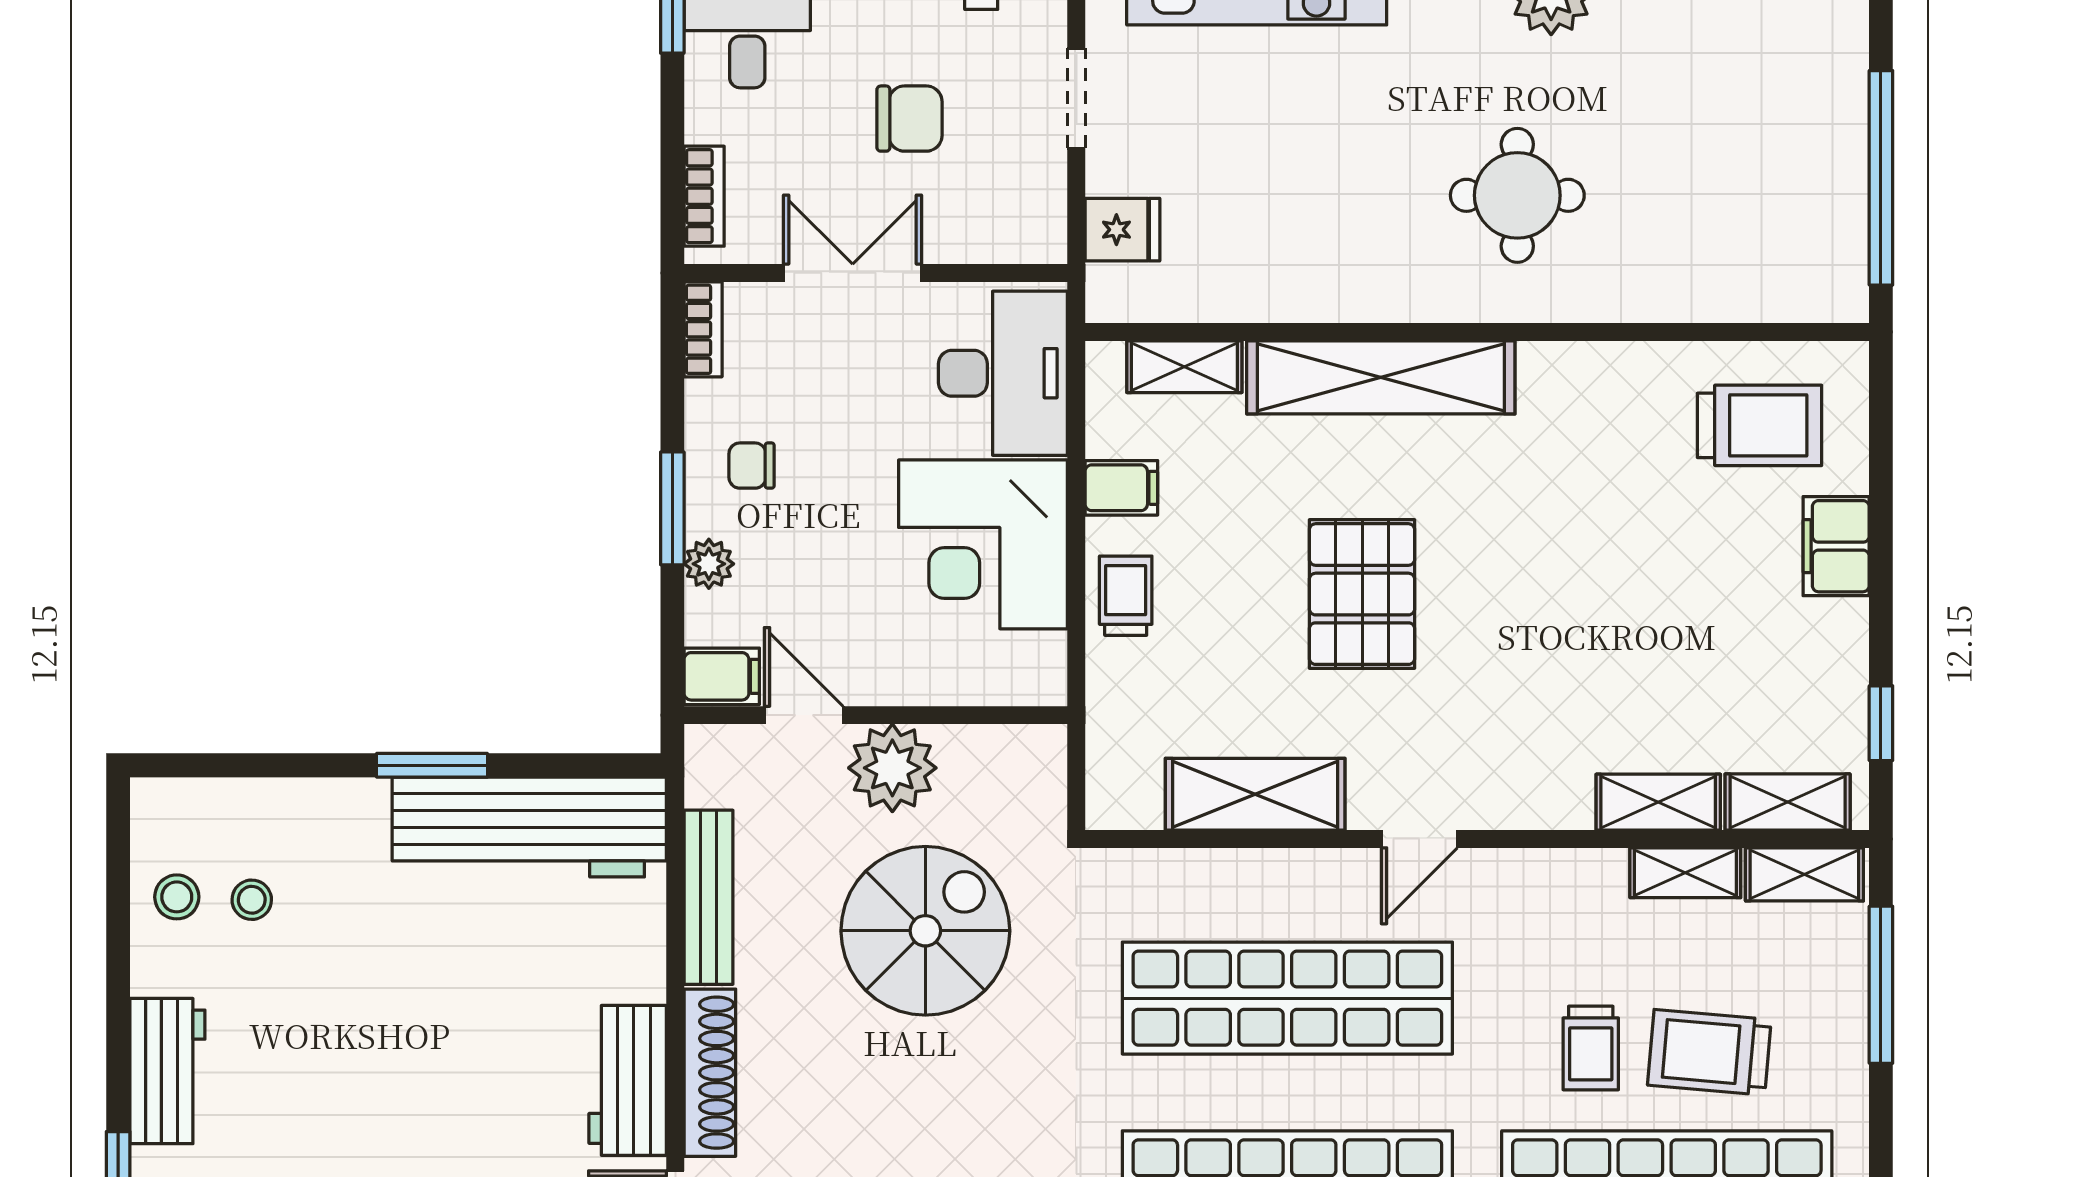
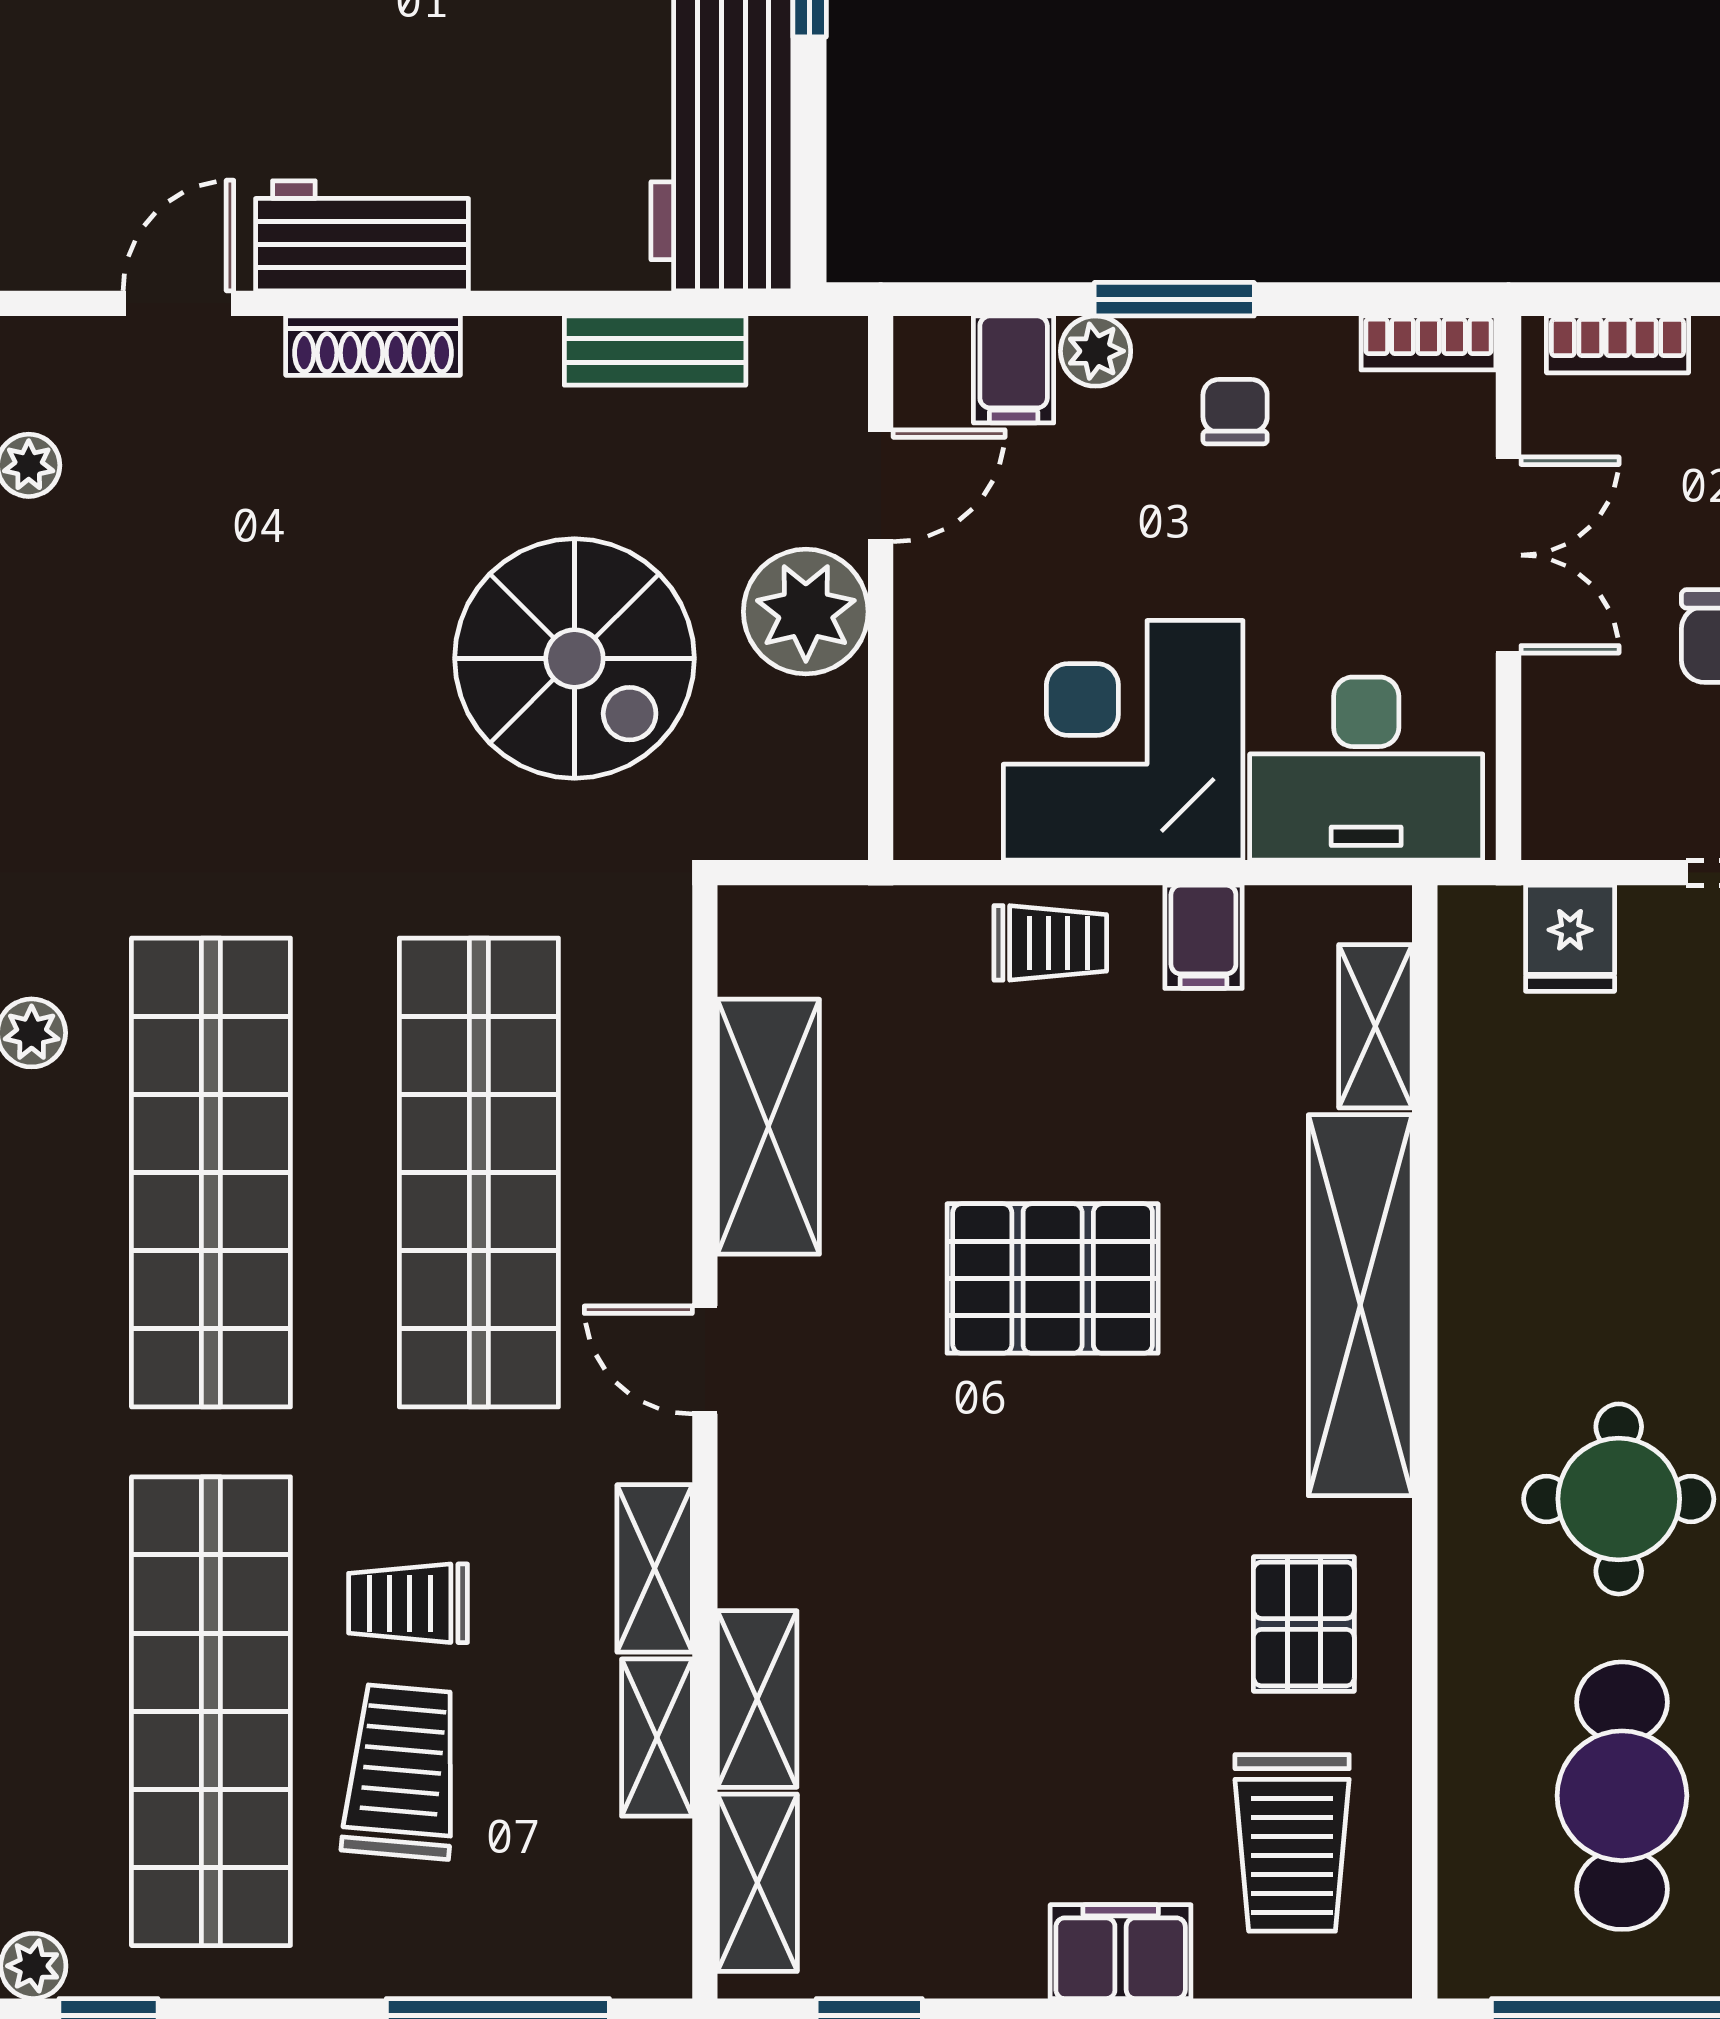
cafe table: (1726, 193) -> (1622, 1796), added
pallet: (1605, 417) -> (1304, 1624), added
filing cabinet: (722, 676) -> (1014, 369), moved
shelving: (1804, 874) -> (655, 1568), moved
bench: (709, 897) -> (655, 351), width x0.73
shoe rack: (710, 1073) -> (373, 346), width x0.74, depth x0.81

